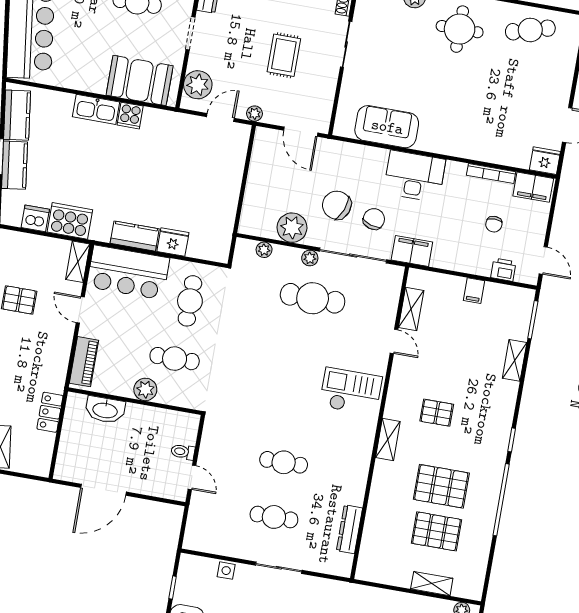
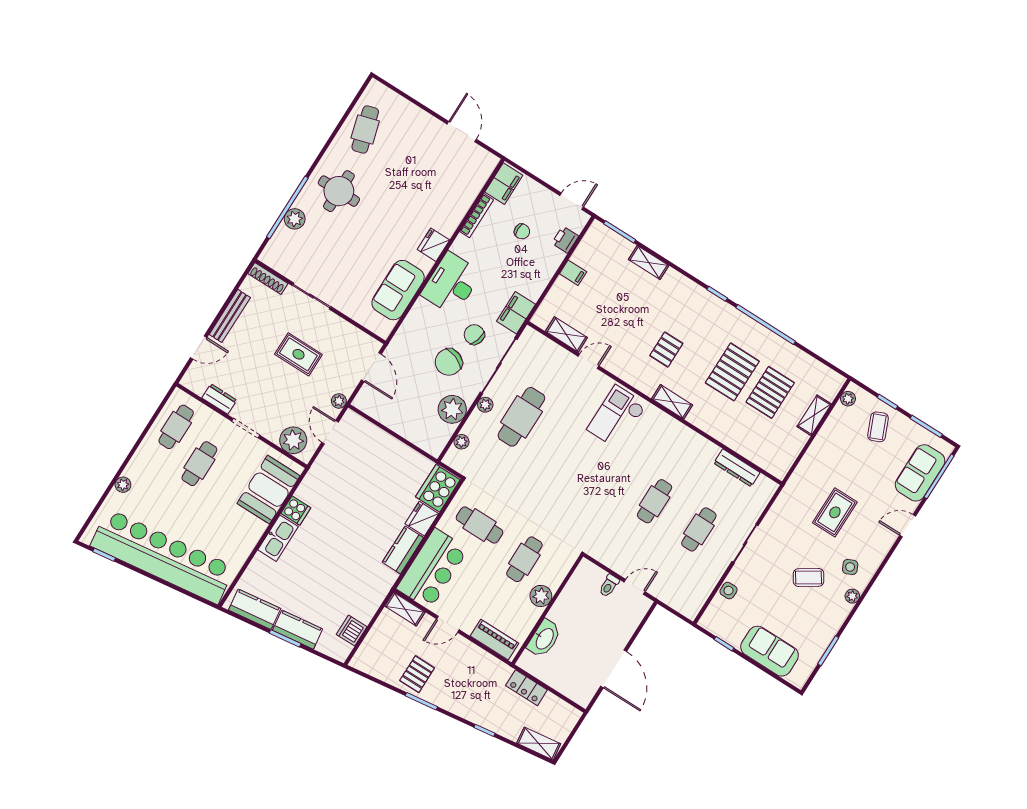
door: (301, 132) -> (371, 367), hinge flipped
fridge: (545, 161) -> (433, 245), moved
cooker: (70, 221) -> (438, 488), moved

